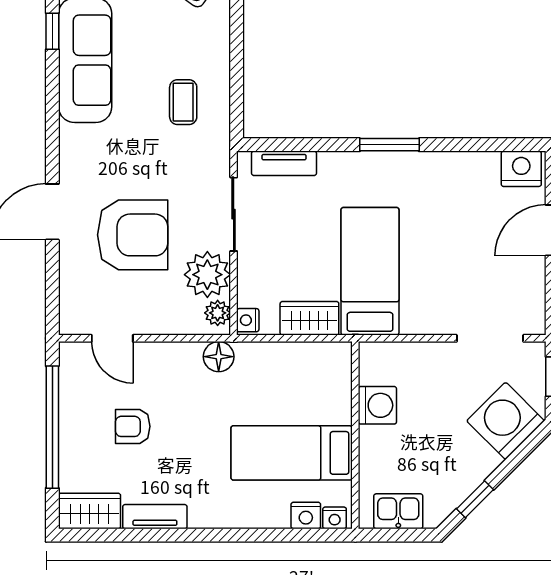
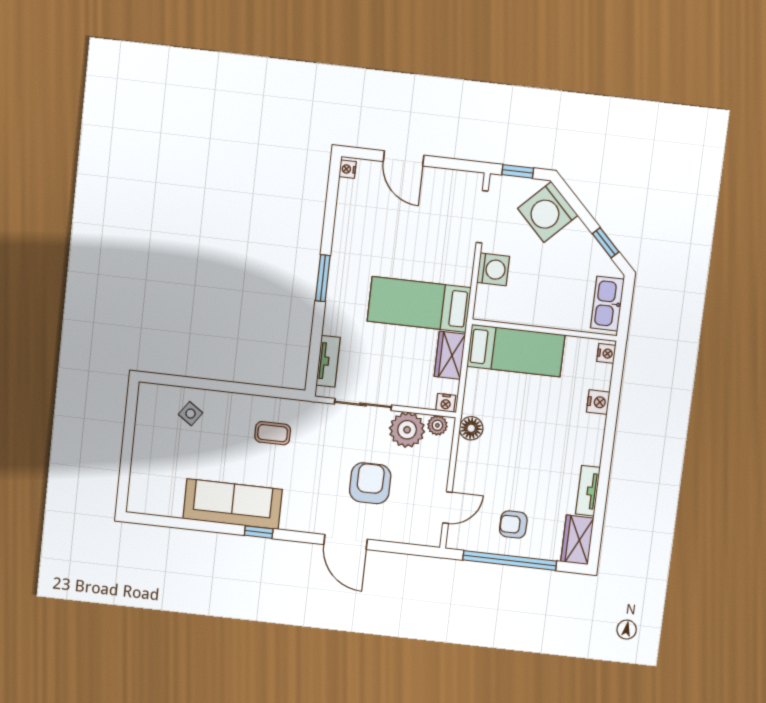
window: (52, 31) -> (259, 532), moved
nightstand: (521, 169) -> (348, 169), width x0.53, depth x0.56
armchair: (133, 235) -> (370, 483), width x0.73, depth x0.73
washing machine: (377, 405) -> (493, 269), moved, turned 90
armchair: (133, 426) -> (513, 524), moved, turned 90
bed: (292, 453) -> (516, 351), moved, turned -90
kitchen sink: (398, 511) -> (607, 304), width x1.38
nightstand: (306, 515) -> (598, 402), moved

